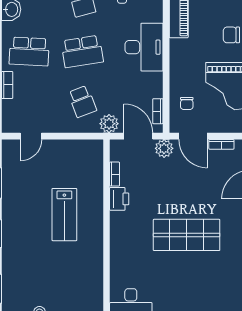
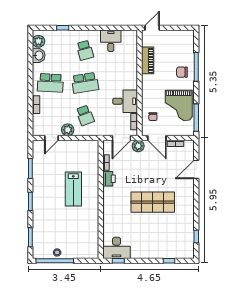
desk: (144, 47) -> (125, 101), moved, width x0.73
plant: (109, 124) -> (68, 130), moved
door: (138, 136) -> (121, 138), swing flipped

